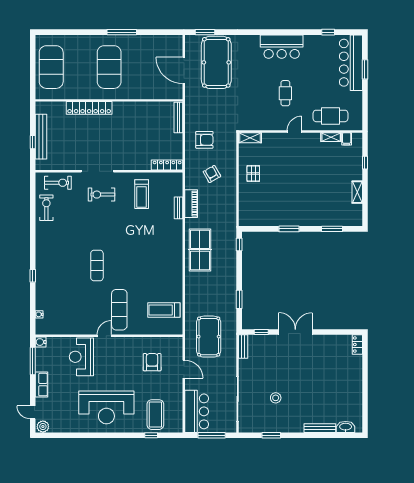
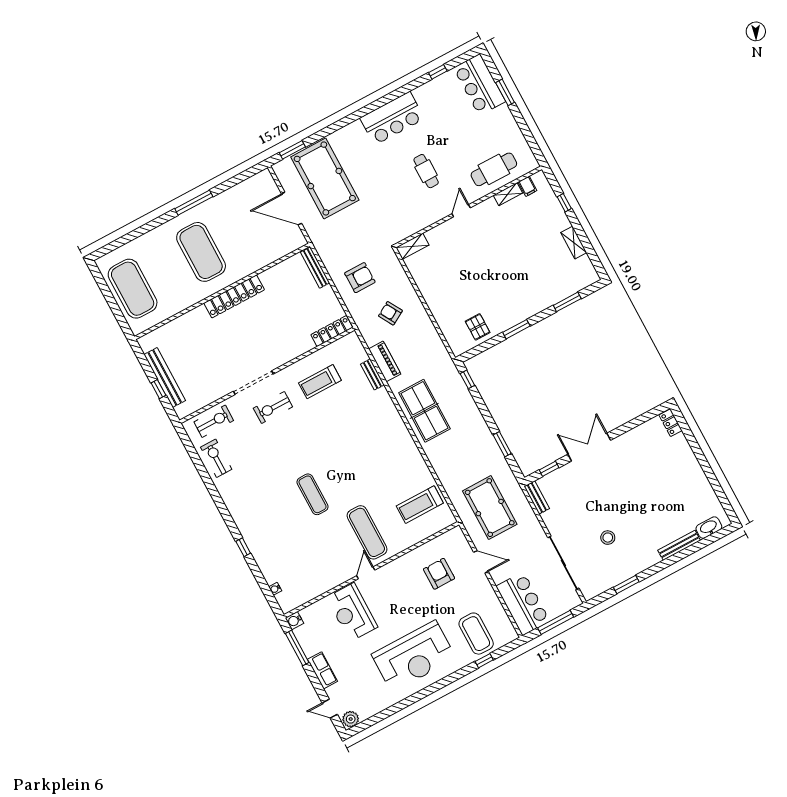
bar counter: (351, 63) -> (480, 85), width x0.73
locker: (89, 108) -> (234, 296), moved
pallet: (253, 174) -> (478, 327), moved
treadmill: (142, 194) -> (320, 382), turned 90

